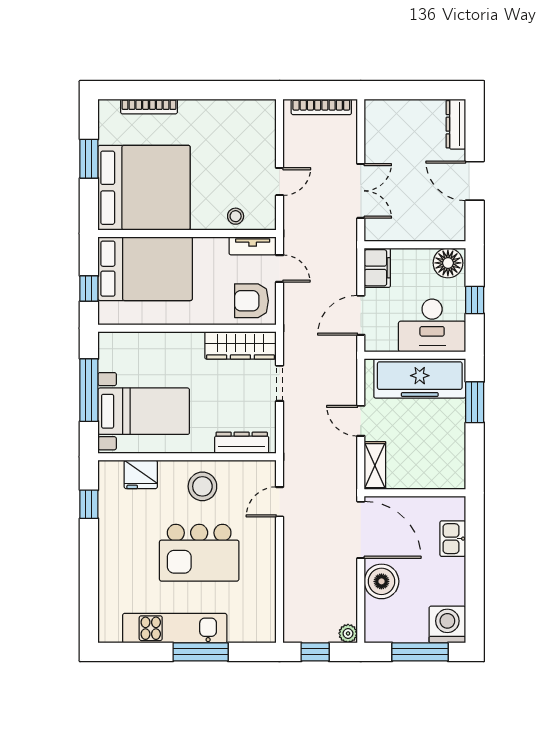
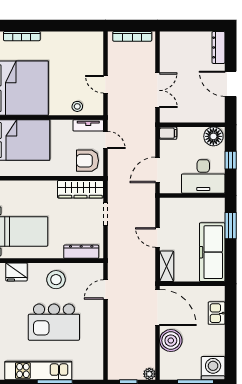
door: (280, 182) -> (105, 84), swing flipped
filing cabinet: (377, 268) -> (168, 133), width x0.50
freezer: (420, 378) -> (212, 252), moved, turned 90

